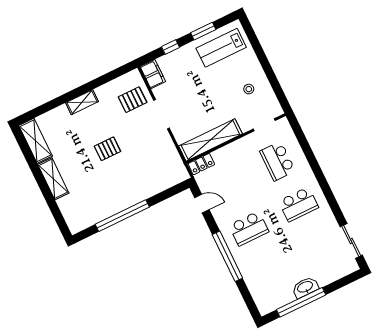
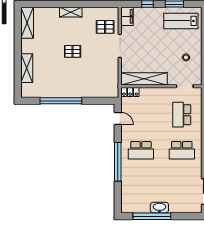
shelving: (53, 179) -> (27, 68), moved

